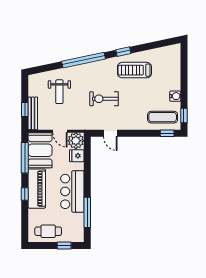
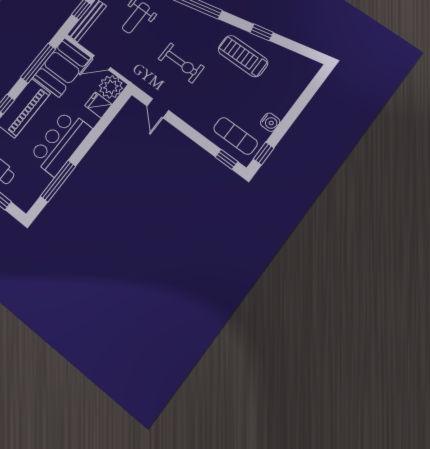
window: (123, 52) -> (262, 32), moved
exercise bike: (104, 99) -> (181, 63), turned 180
door: (60, 131) -> (101, 63), hinge flipped

